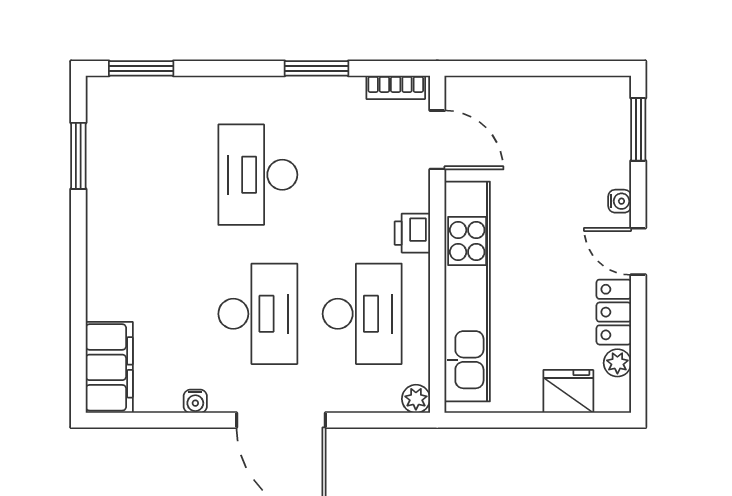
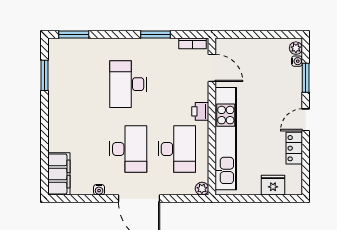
window: (638, 129) -> (306, 78), moved
water cooler: (620, 201) -> (297, 61), moved
door: (638, 251) -> (306, 120), hinge flipped
plant: (617, 363) -> (296, 48), moved

